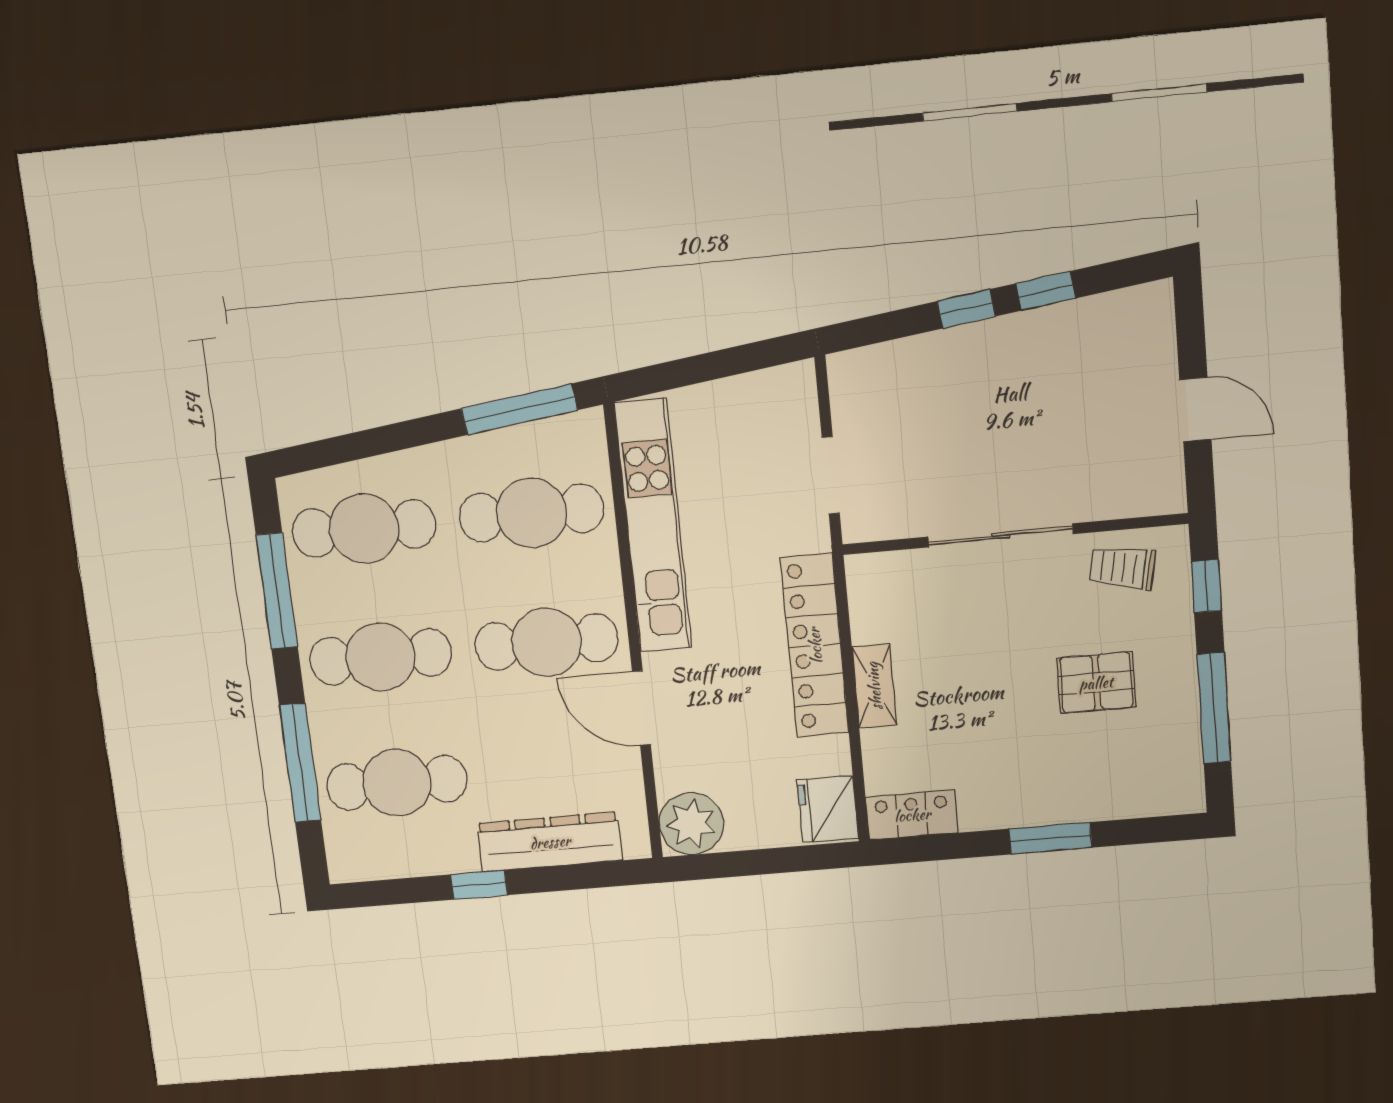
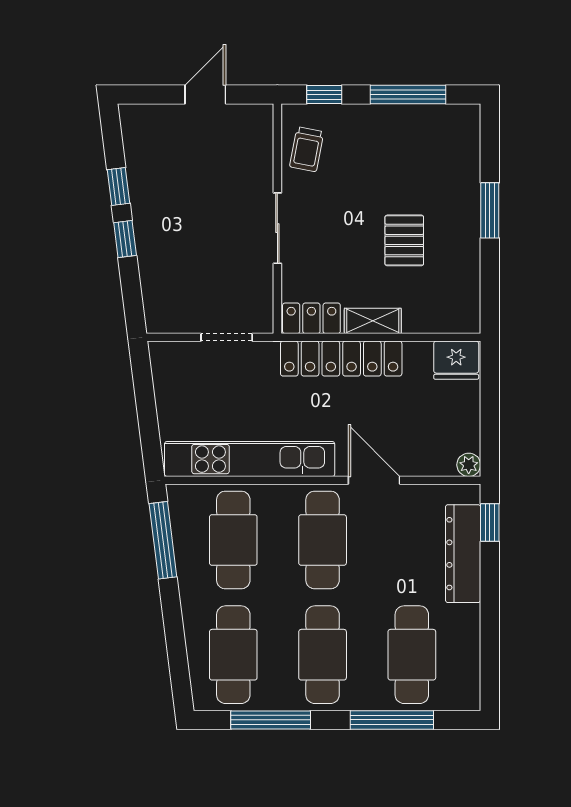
sliding door: (1001, 535) -> (277, 228), width x0.73
pallet: (1096, 683) -> (404, 240), moved
door: (641, 708) -> (374, 480), swing flipped
locker: (912, 815) -> (311, 318), moved, turned 90
plant: (691, 824) -> (469, 465), width x0.53, depth x0.53
window: (479, 885) -> (490, 522), moved

